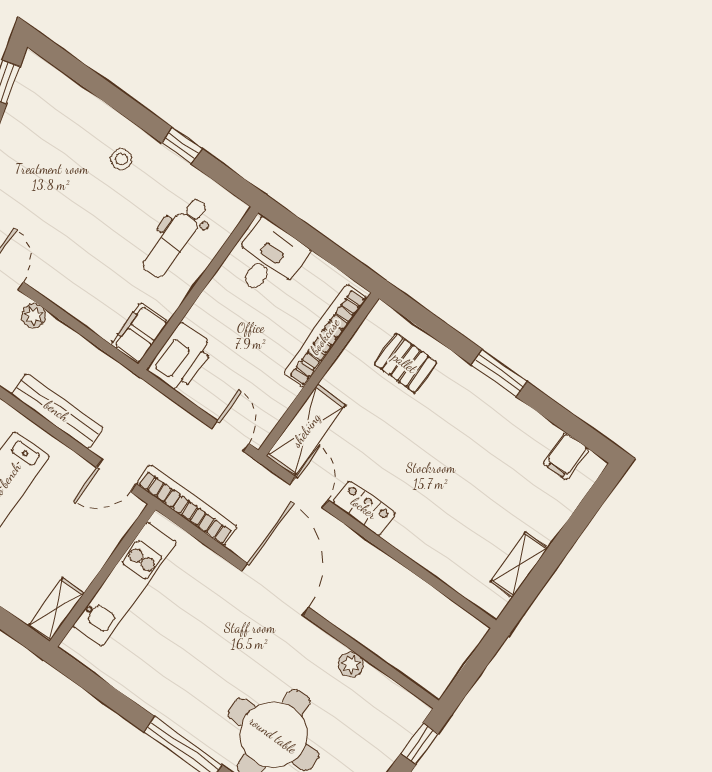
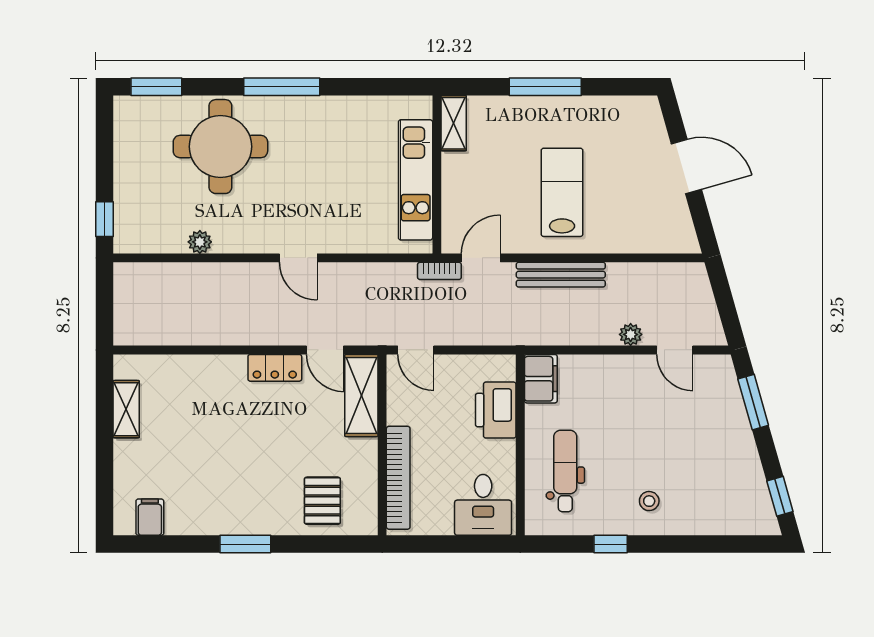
printer: (181, 358) -> (496, 410), moved
pallet: (405, 363) -> (322, 501), turned 90
bookcase: (187, 505) -> (439, 271), width x0.43, depth x0.76
door: (275, 589) -> (298, 258), width x0.53

